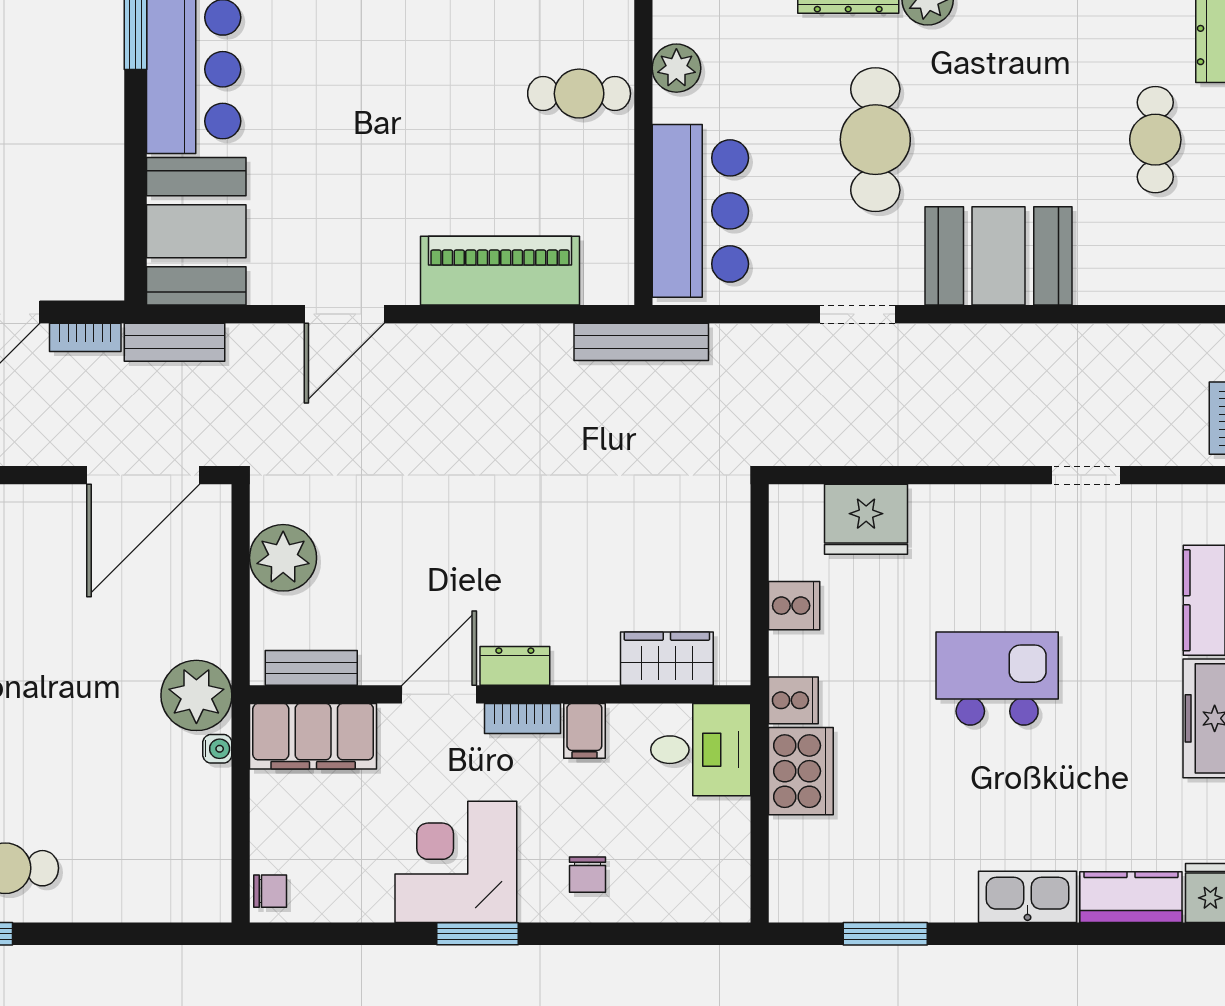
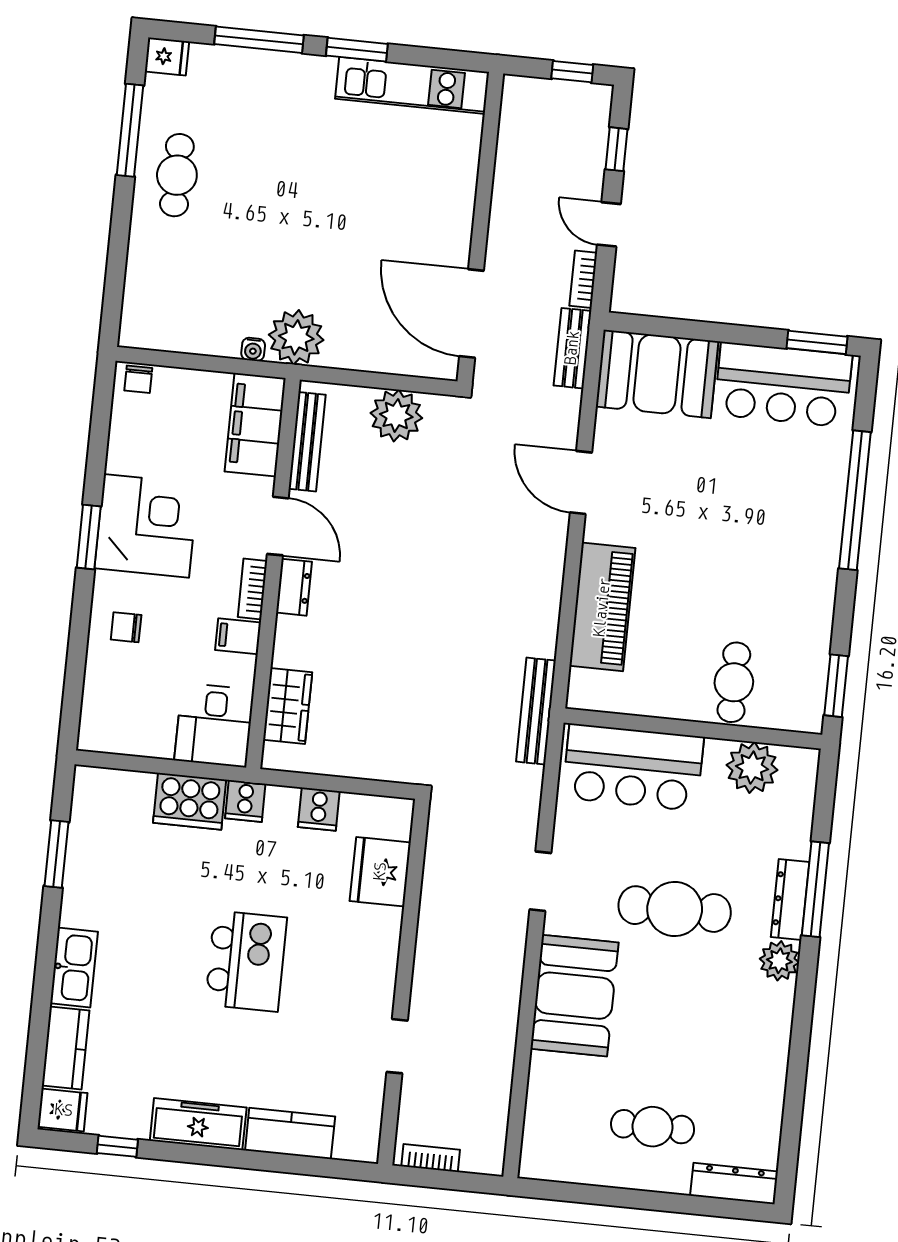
plant: (676, 68) -> (752, 768), width x1.36, depth x1.36
bench: (311, 668) -> (307, 442), width x1.36

